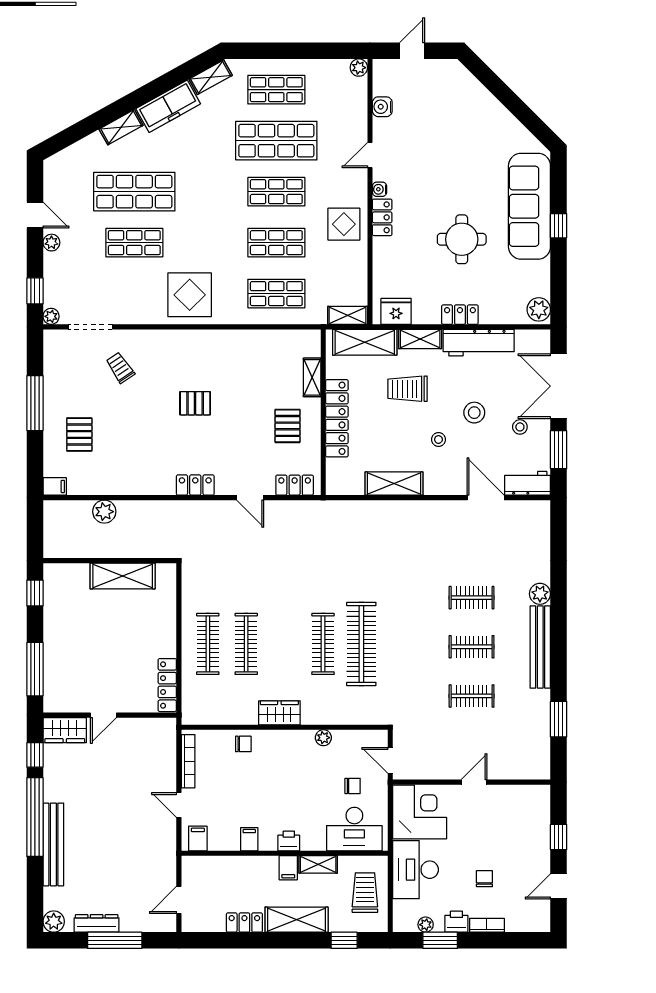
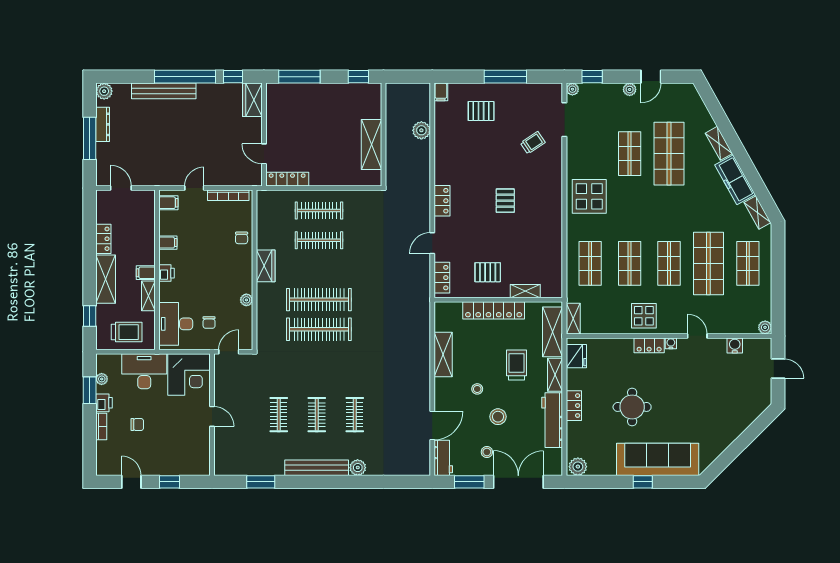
clothes rail: (323, 644) -> (319, 300), width x1.37, depth x1.31
door: (103, 715) -> (264, 154), moved

